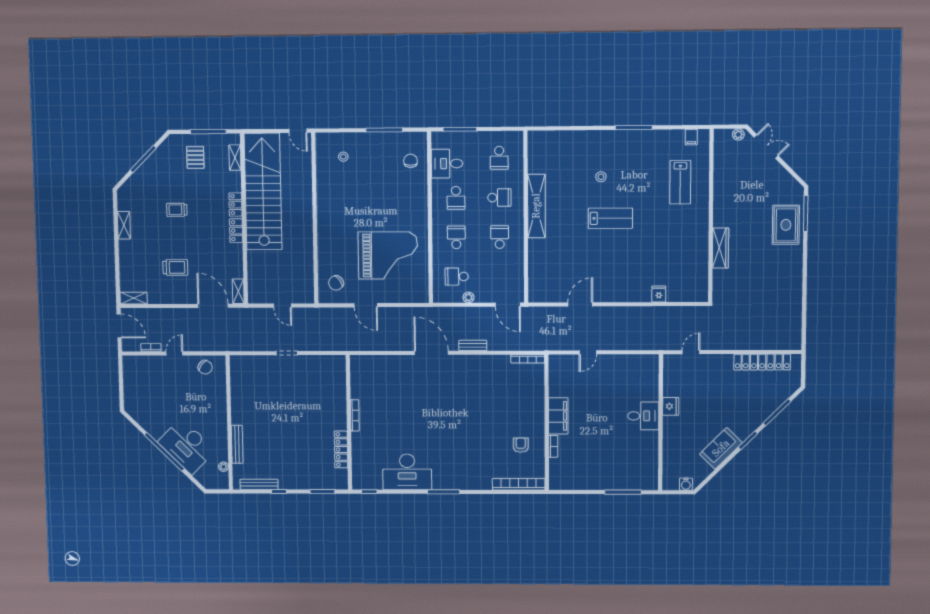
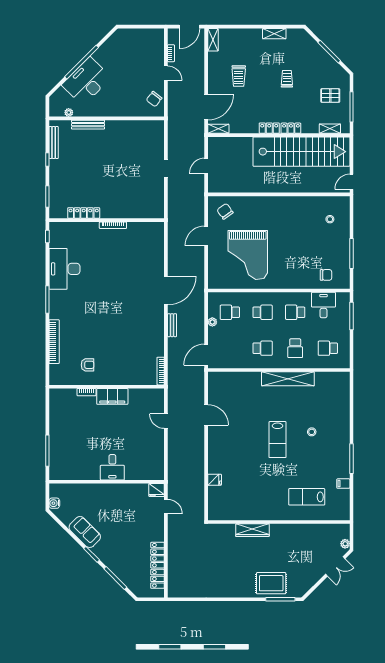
filing cabinet: (691, 137) -> (343, 484), moved
school desk: (457, 277) -> (230, 312), turned -90
fridge: (671, 406) -> (157, 490), moved
bookcase: (519, 484) -> (54, 342), moved

